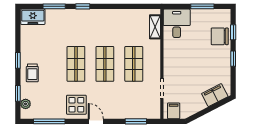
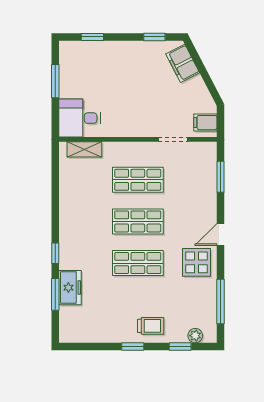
freezer: (33, 17) -> (70, 288), moved
chair: (220, 36) -> (98, 56), removed
window: (233, 59) -> (154, 37), moved

